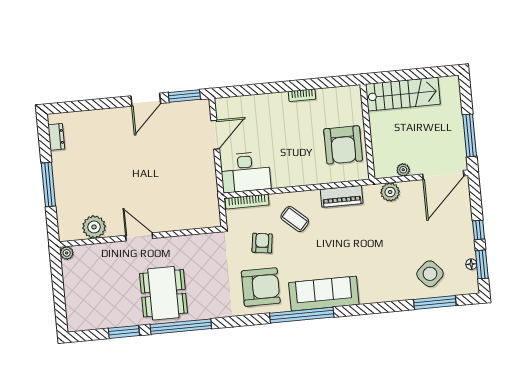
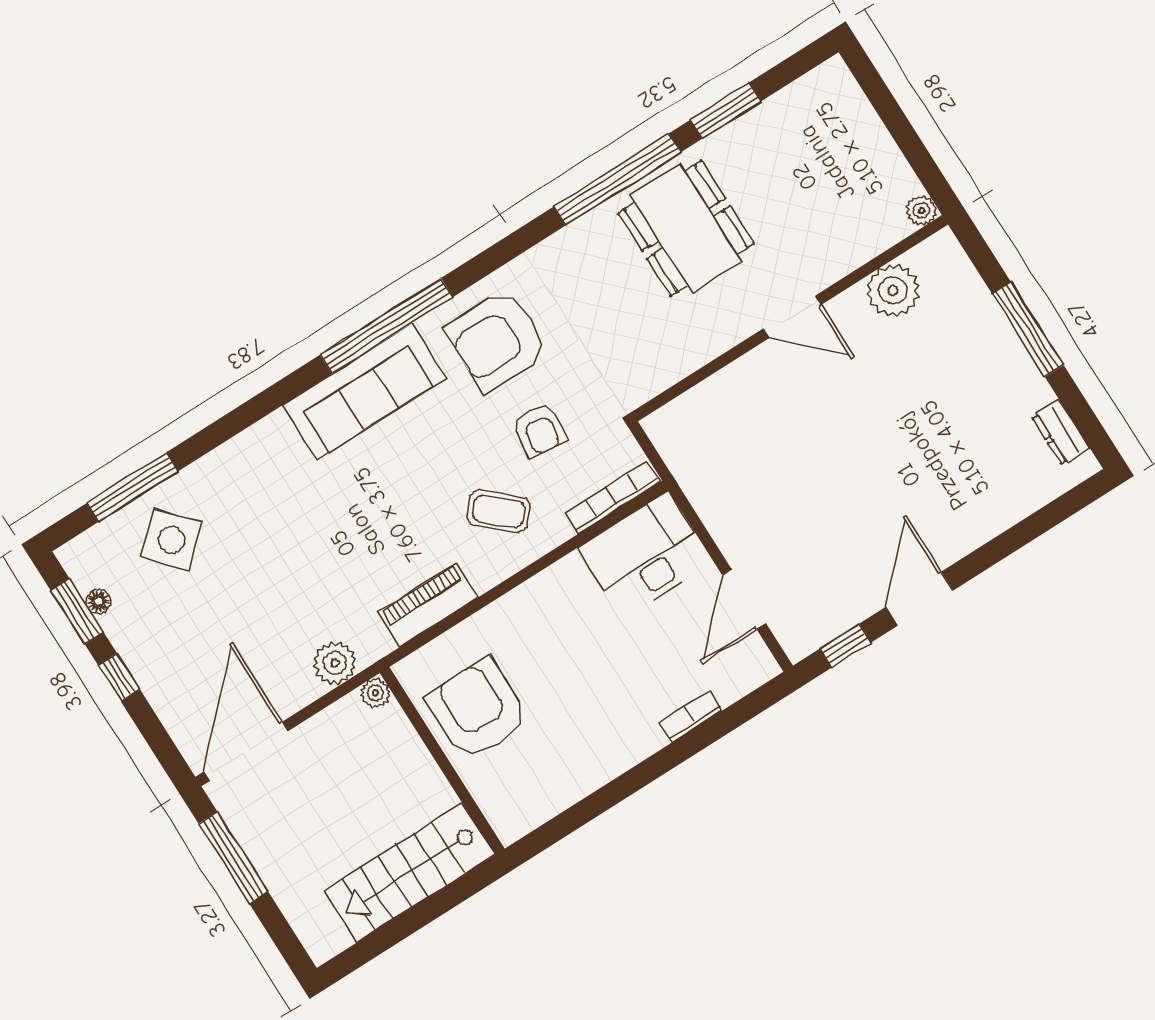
bookcase: (302, 95) -> (691, 716), moved
window: (184, 96) -> (846, 646), width x0.67
plant: (403, 170) -> (375, 693), moved

